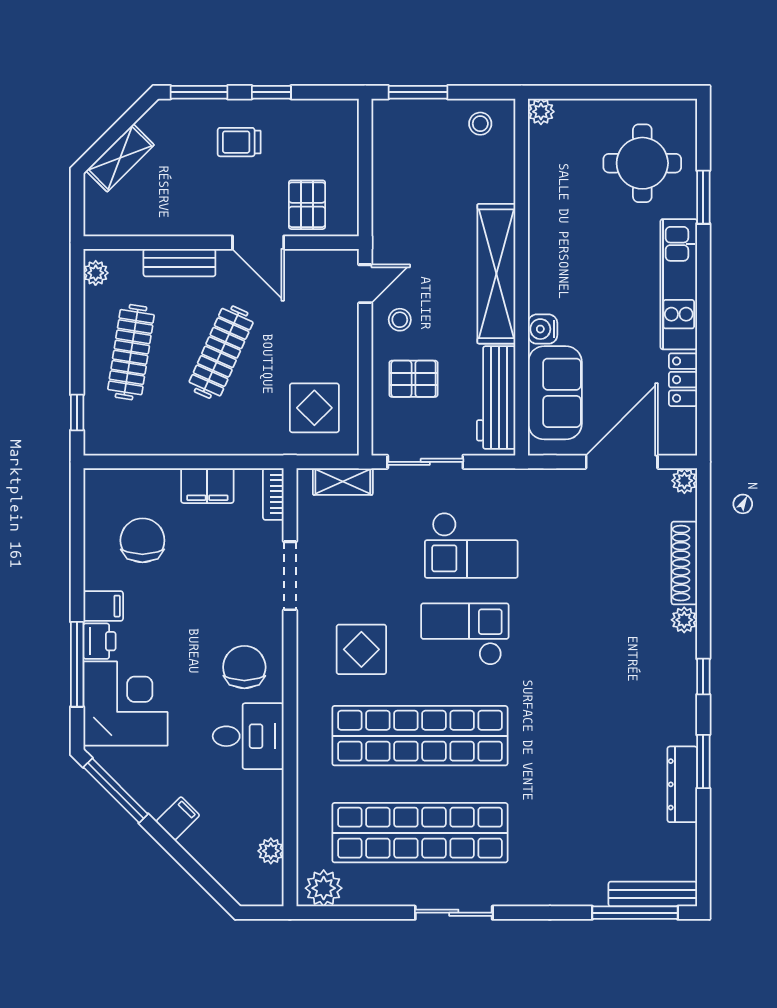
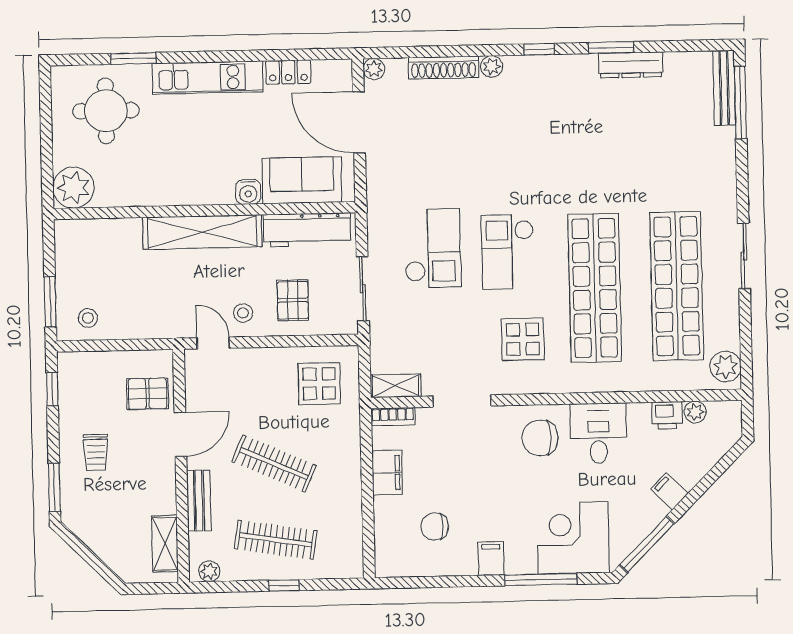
window: (271, 92) -> (52, 389), moved
plant: (541, 112) -> (74, 188), width x1.88, depth x1.88
stool: (480, 124) -> (88, 318), moved
shelving: (120, 158) -> (165, 544), moved, turned 45
window: (77, 412) -> (284, 585), moved
shelving: (343, 481) -> (396, 386), moved, turned 90
chair: (142, 540) -> (435, 527), width x0.73, depth x0.73
printer: (99, 641) -> (667, 415), moved, turned 180

